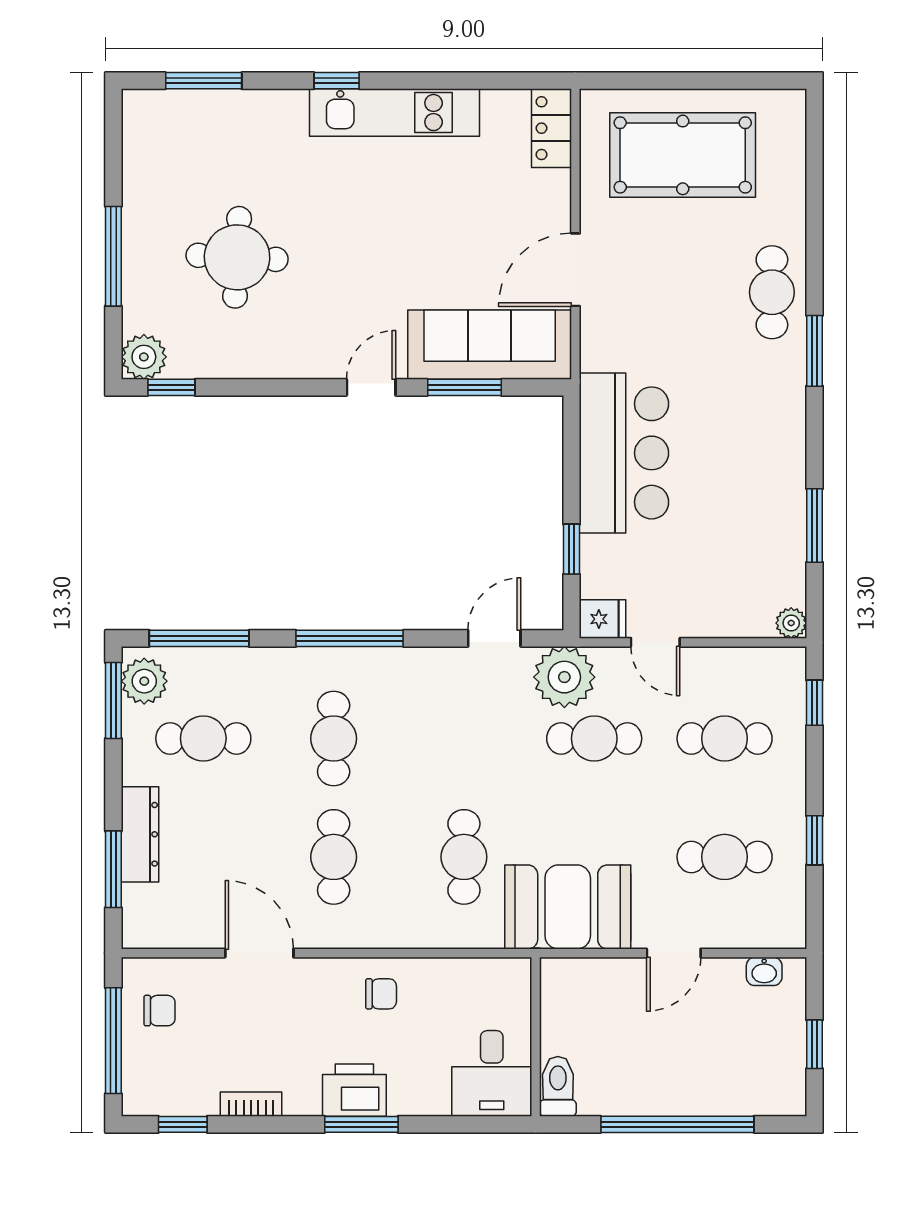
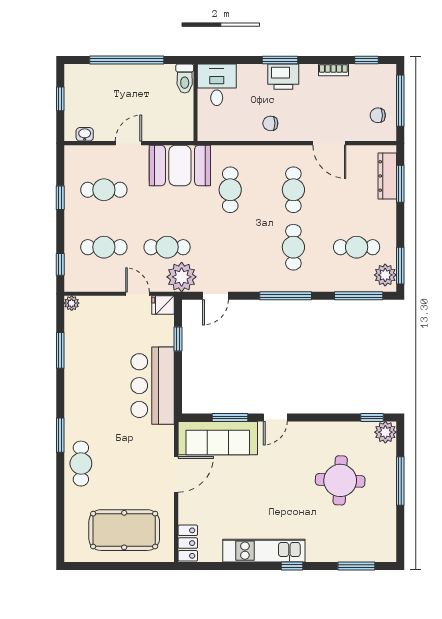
dresser: (140, 834) -> (387, 176), moved

